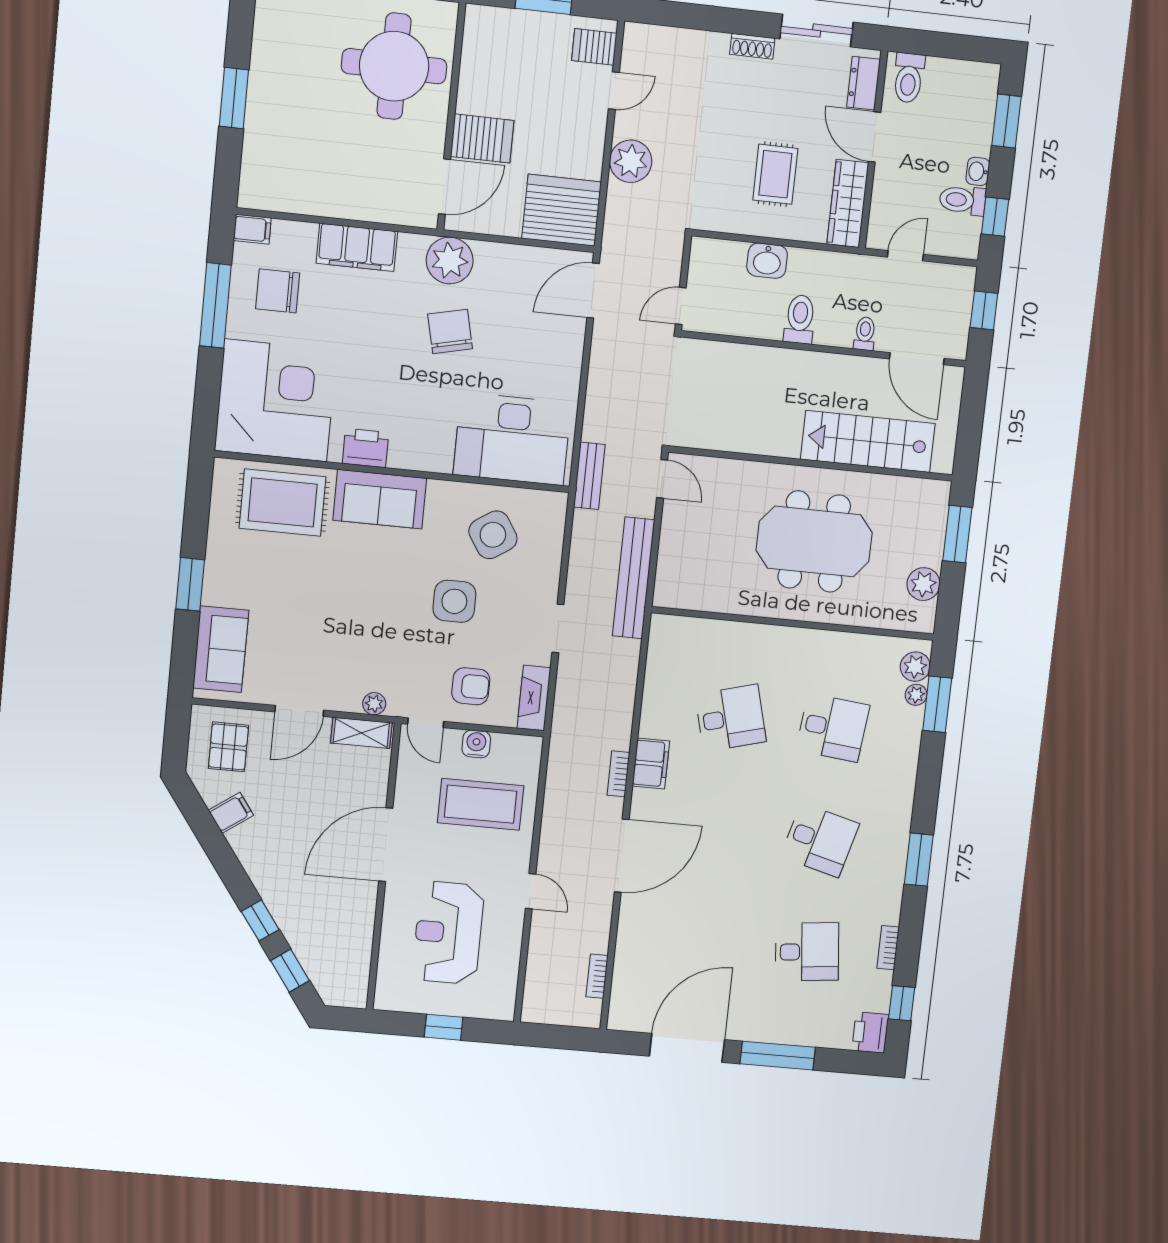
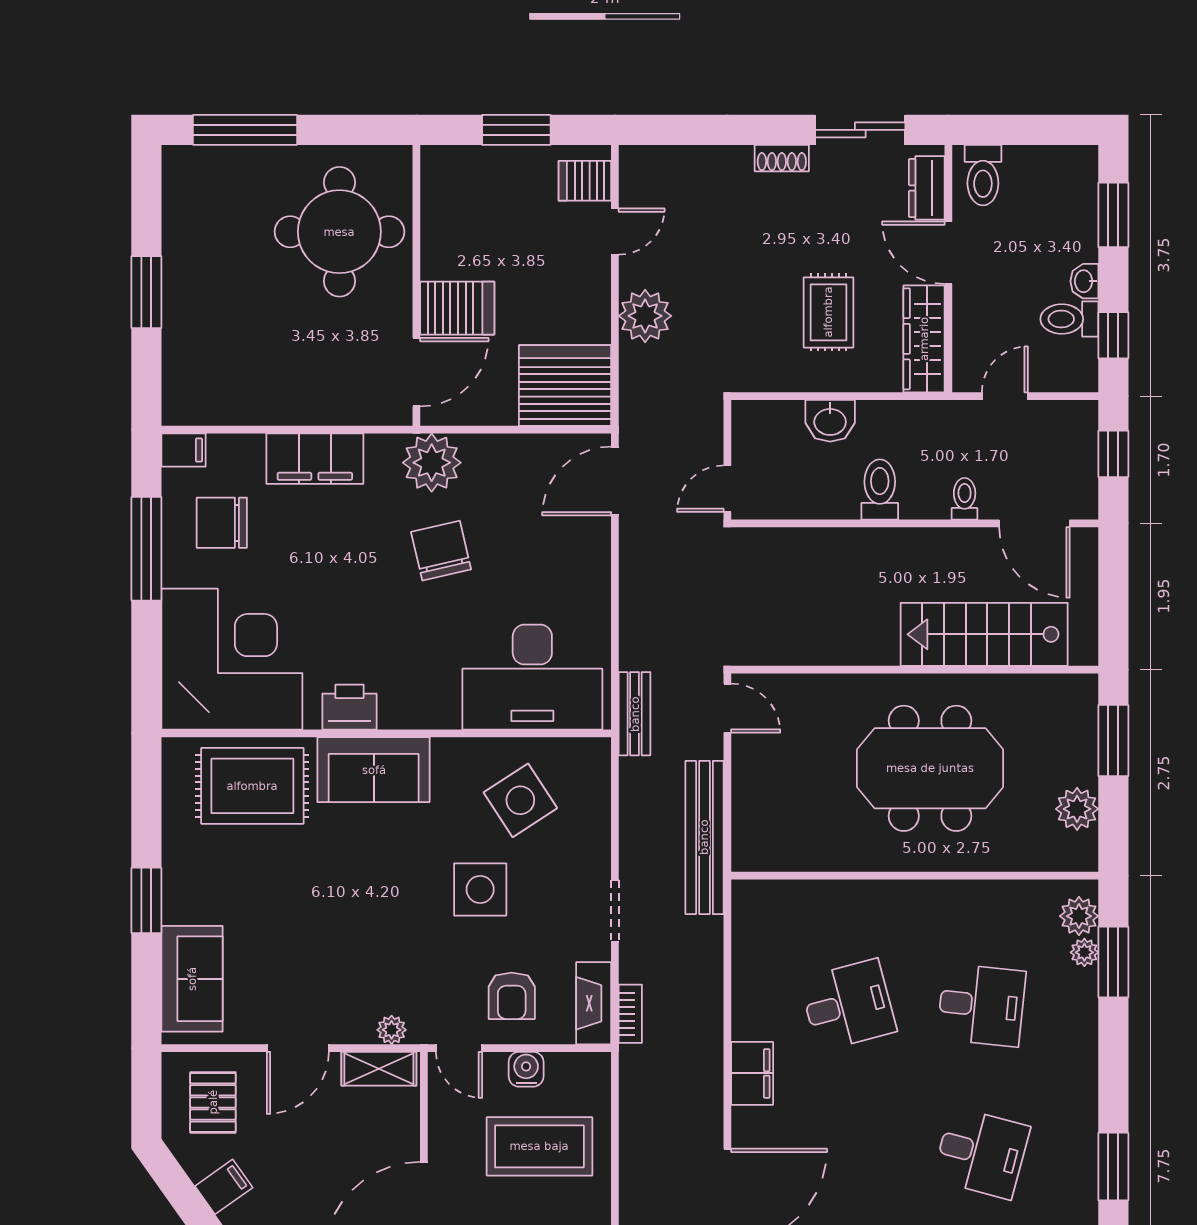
armchair: (471, 686) -> (512, 996), turned 90
bookcase: (618, 774) -> (630, 1014), moved, turned 180

